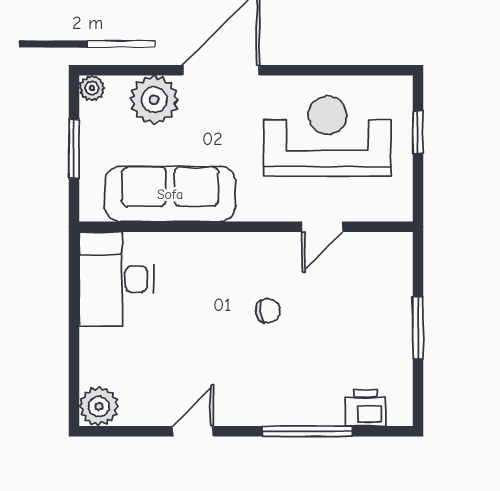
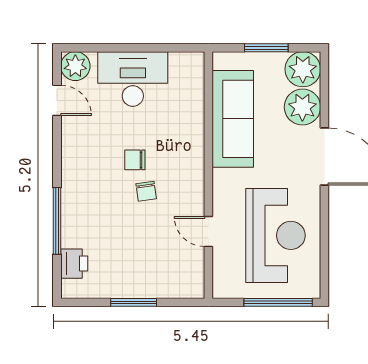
plant: (92, 88) -> (303, 69), width x1.88, depth x1.88
window: (418, 133) -> (278, 302), width x2.17
desk: (116, 279) -> (133, 79), moved
chair: (225, 326) -> (135, 160), added
door: (193, 431) -> (57, 100), moved

